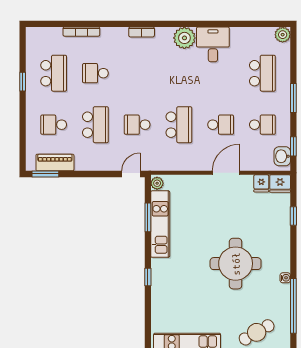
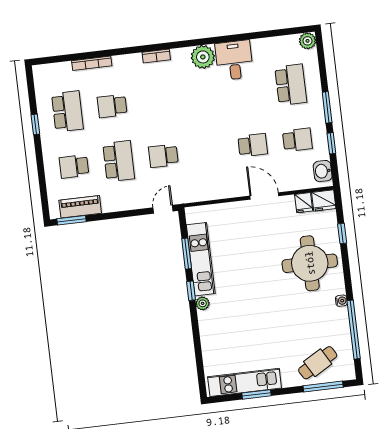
school desk: (179, 125) -> (208, 150), removed
window: (293, 146) -> (331, 143), moved
door: (226, 173) -> (264, 196), hinge flipped
plant: (157, 183) -> (203, 303), moved
round table: (236, 264) -> (310, 263), moved
window: (148, 277) -> (191, 291), moved

